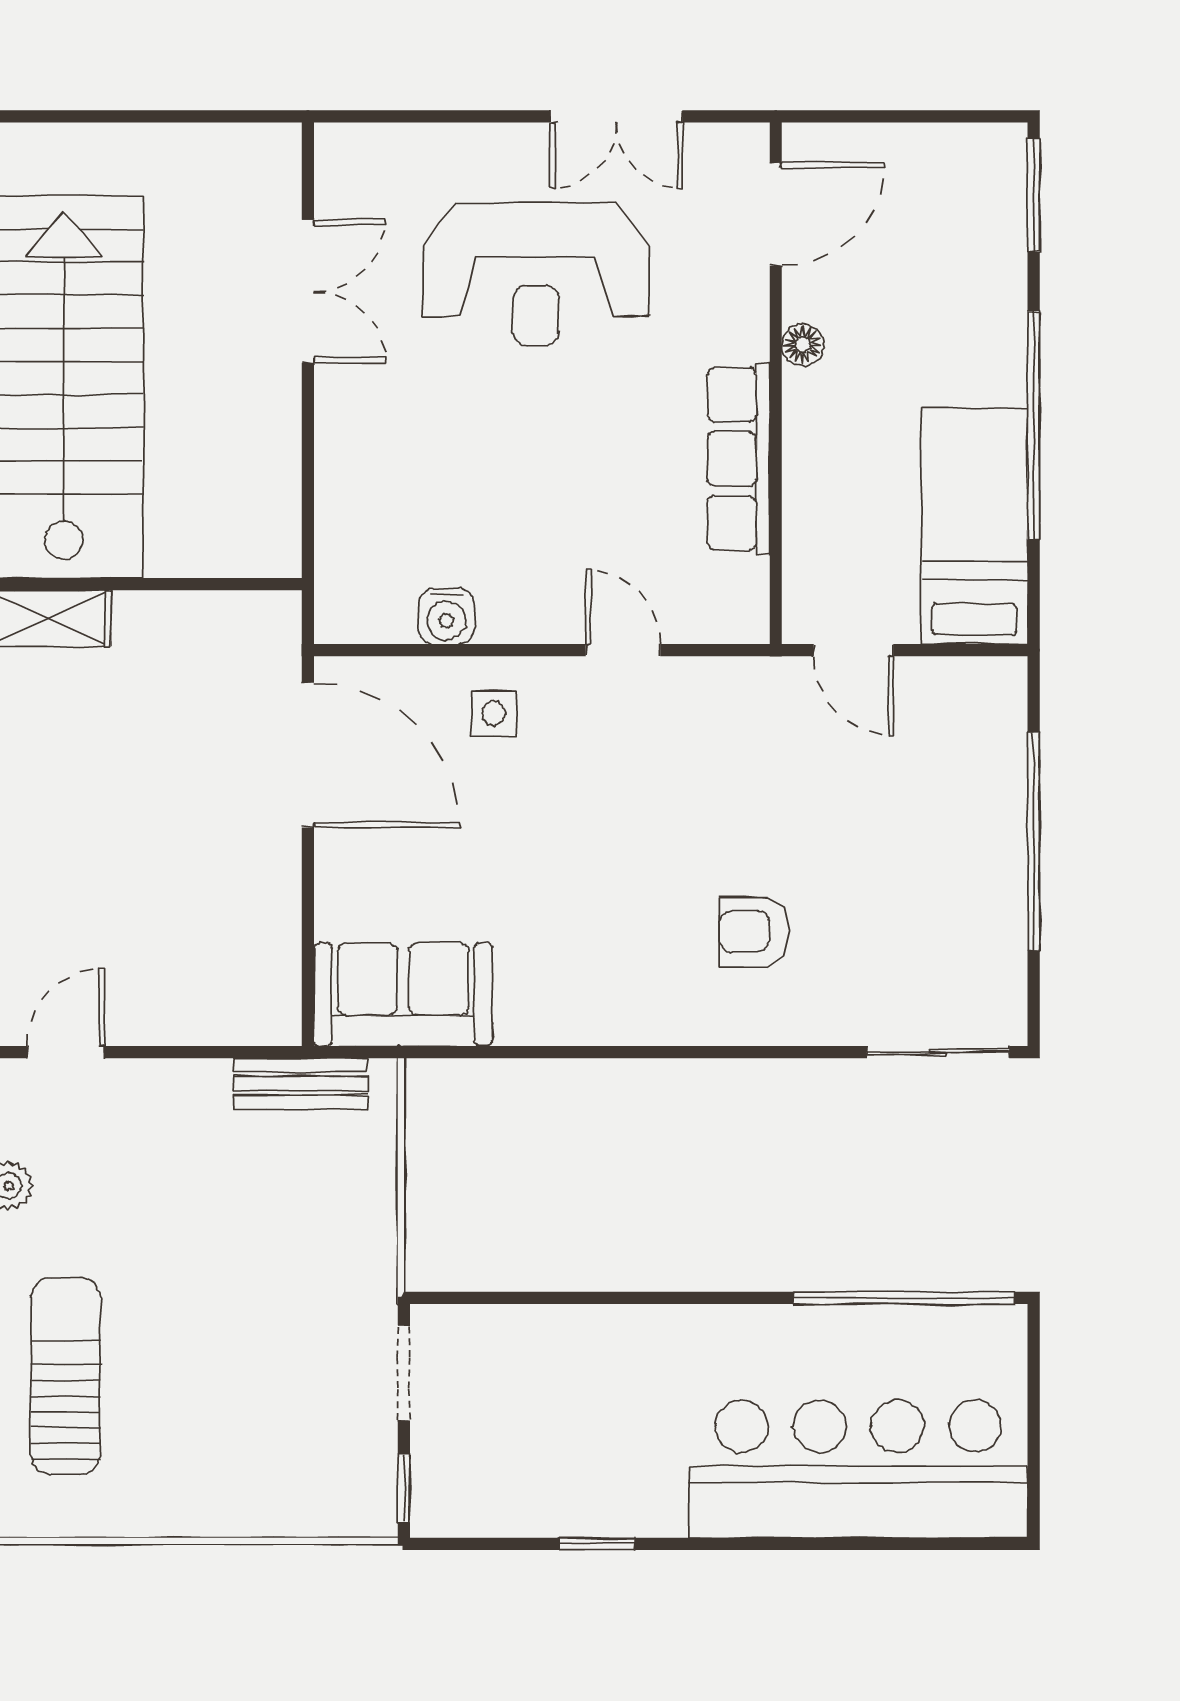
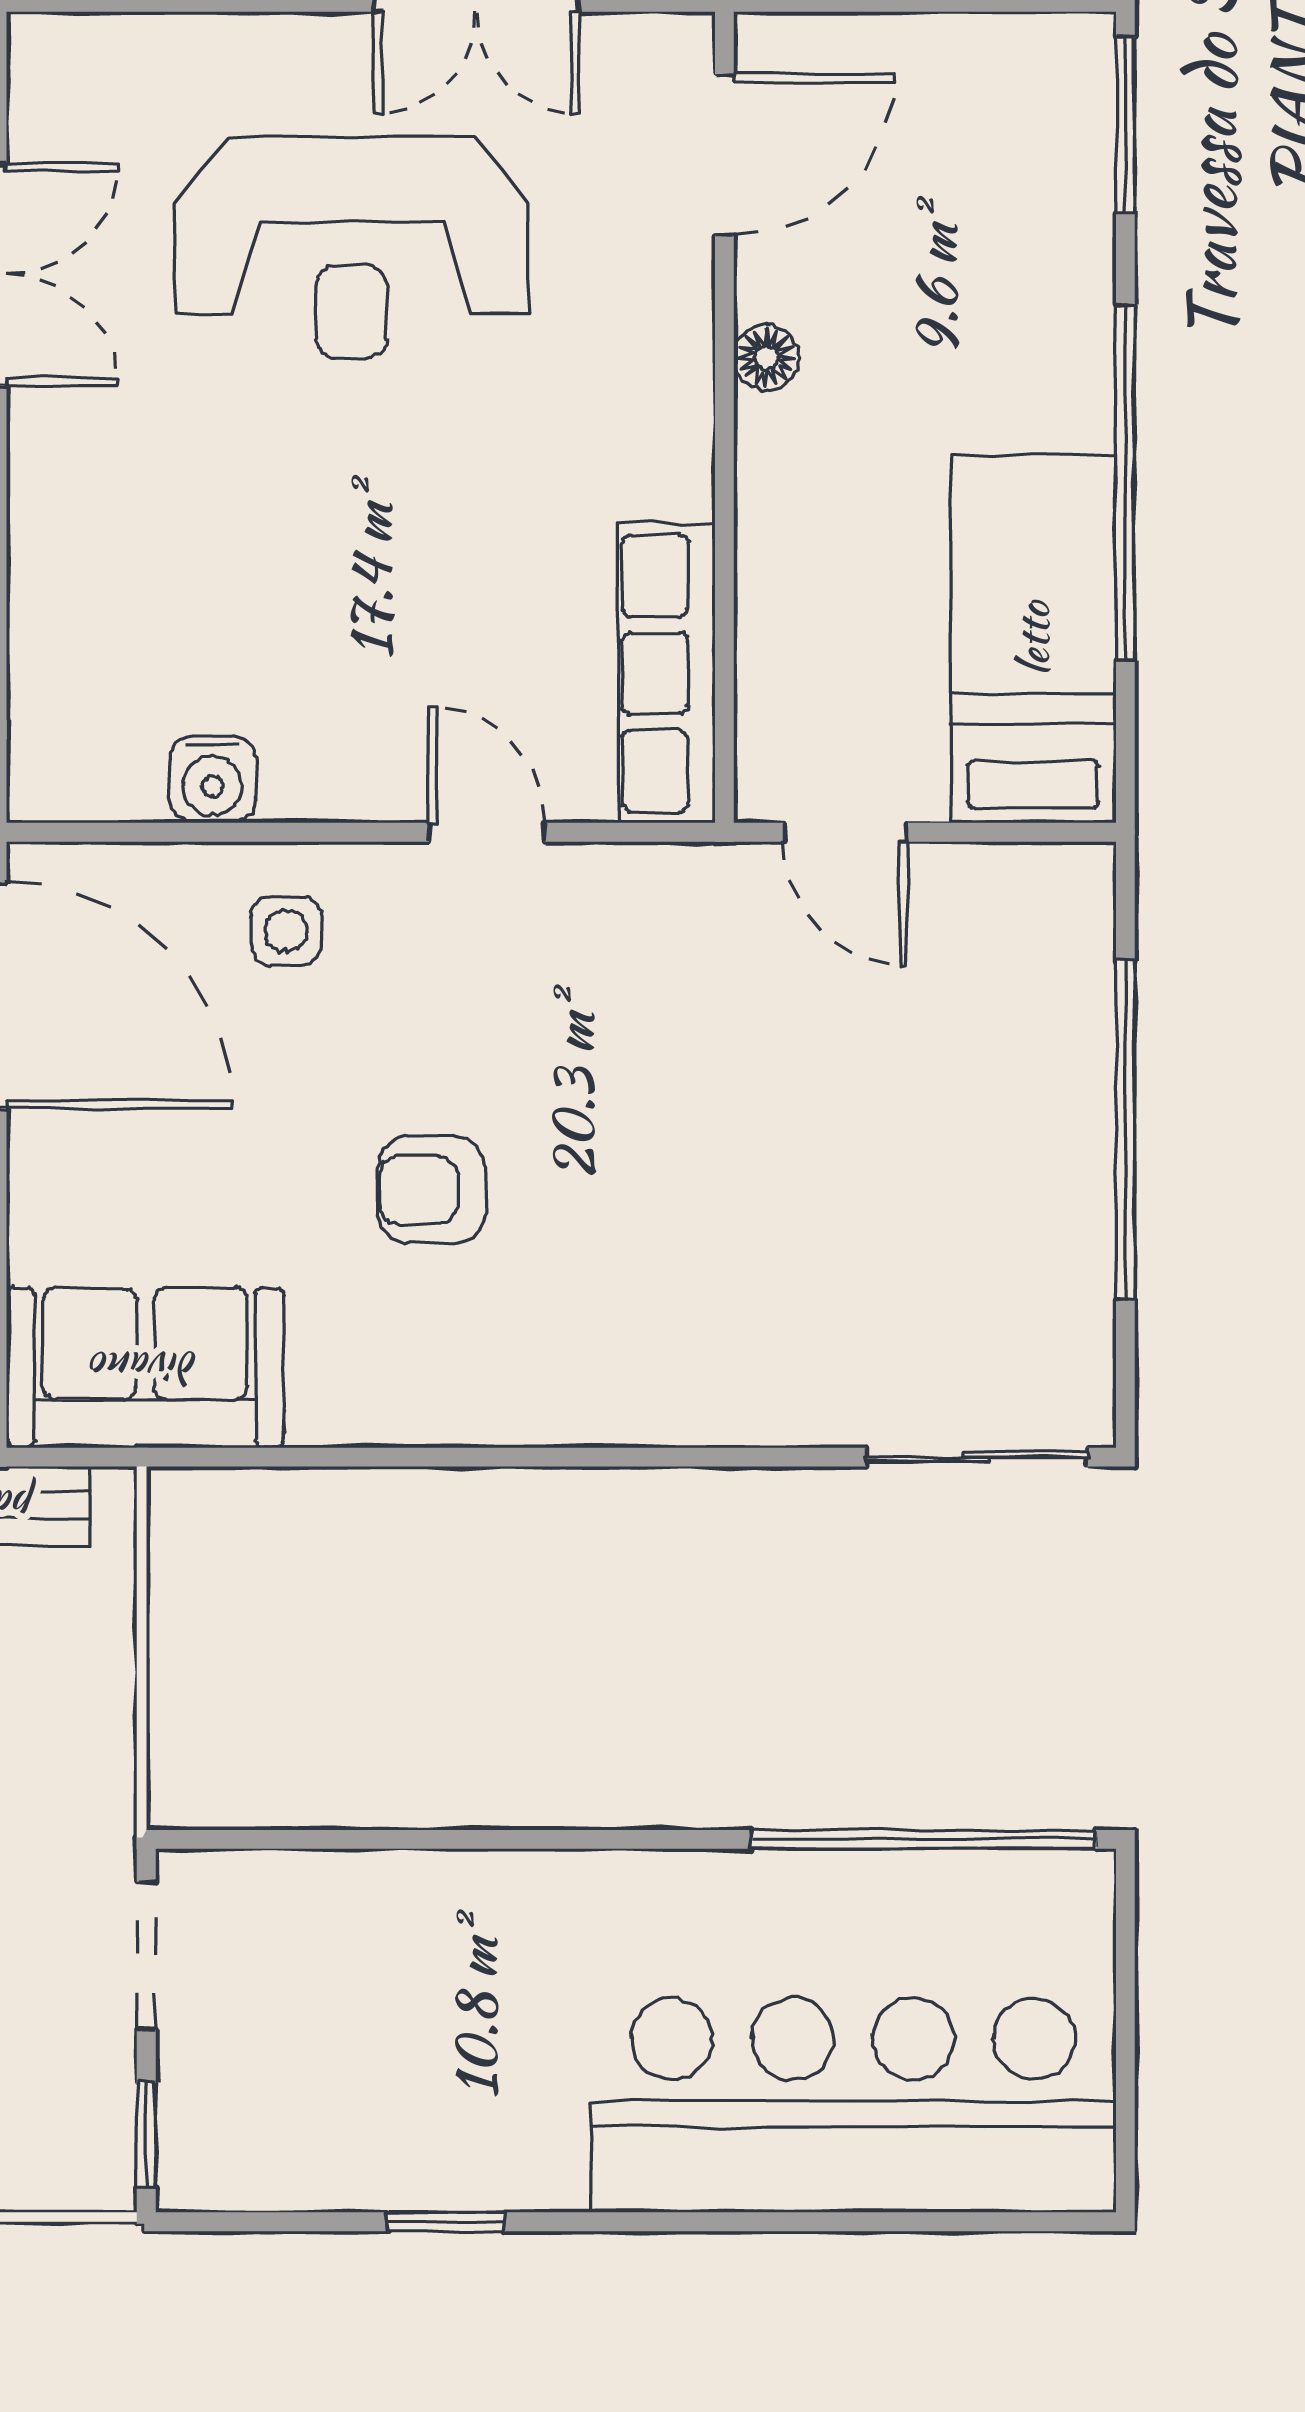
row of seats: (739, 459) -> (667, 673), moved
armchair: (754, 932) -> (431, 1190), moved

